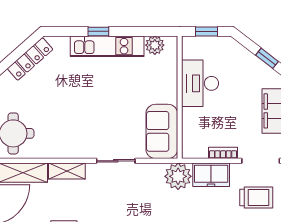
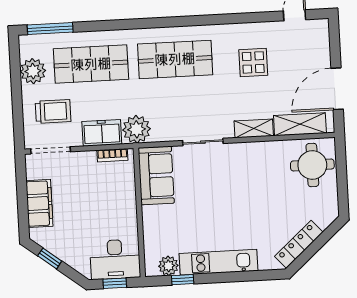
window: (98, 31) -> (183, 280), moved
desk: (200, 83) -> (115, 259), moved, turned 90
bookcase: (223, 153) -> (112, 155), moved
trolley: (256, 197) -> (53, 111), turned 180

